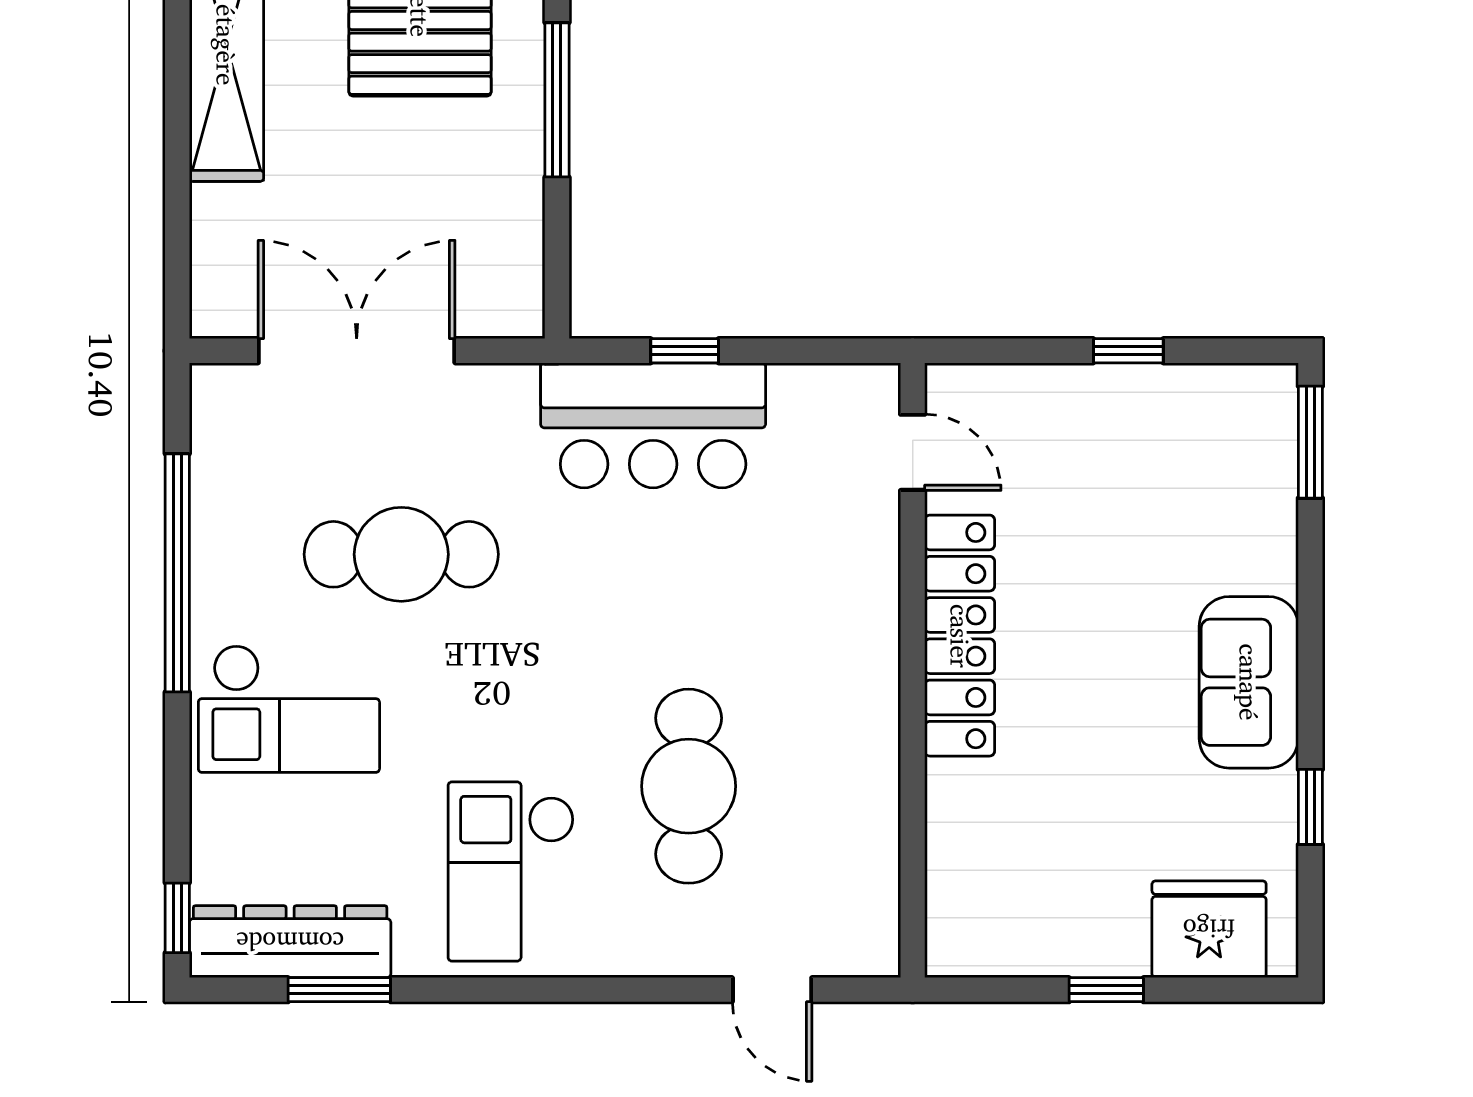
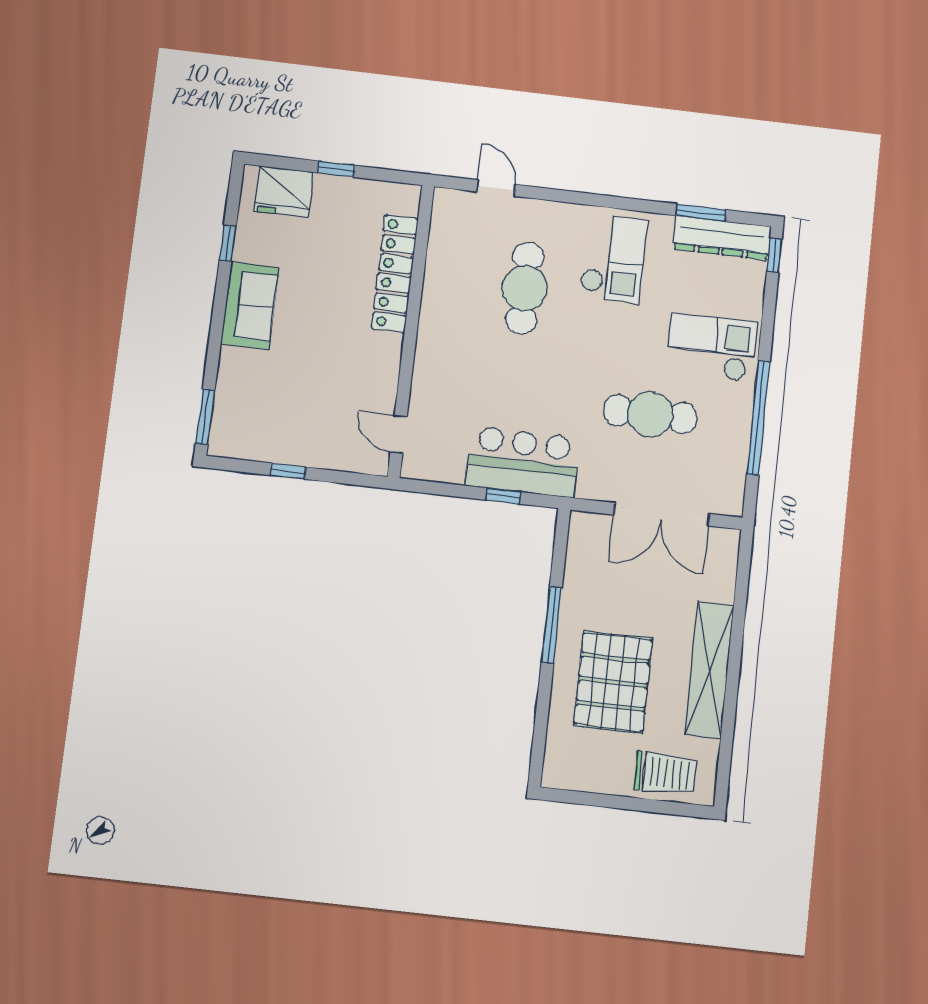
locker: (960, 636) -> (395, 273), moved

